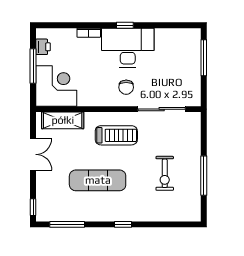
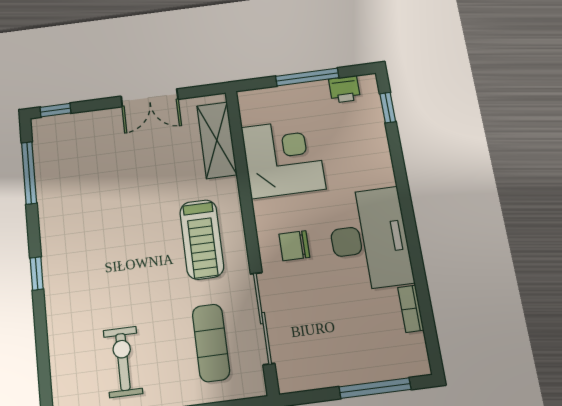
window: (125, 25) -> (388, 108), moved
bookcase: (89, 33) -> (411, 309), moved
corner desk: (56, 86) -> (283, 158), moved, turned -90
exercise bike: (165, 173) -> (123, 362), moved, turned 90
exercise mat: (98, 180) -> (211, 343), moved, width x0.73, depth x0.69

